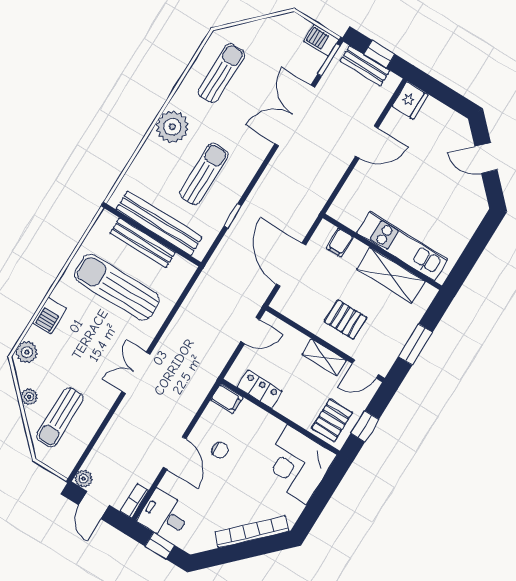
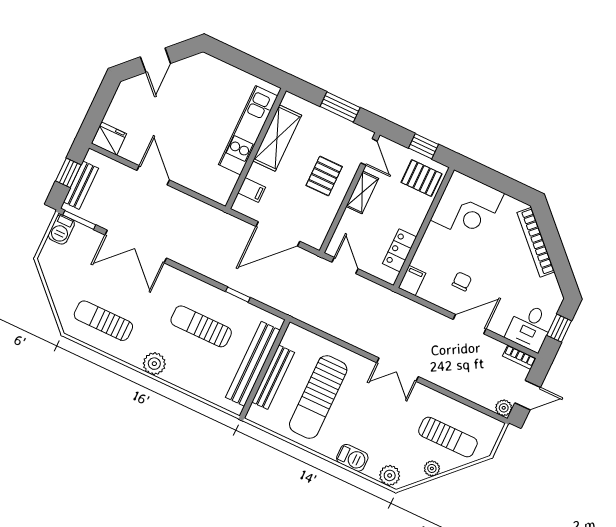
plant: (172, 127) -> (154, 364), width x0.73, depth x0.73

